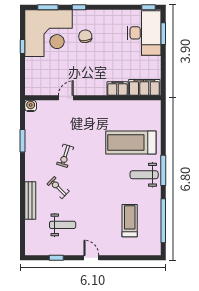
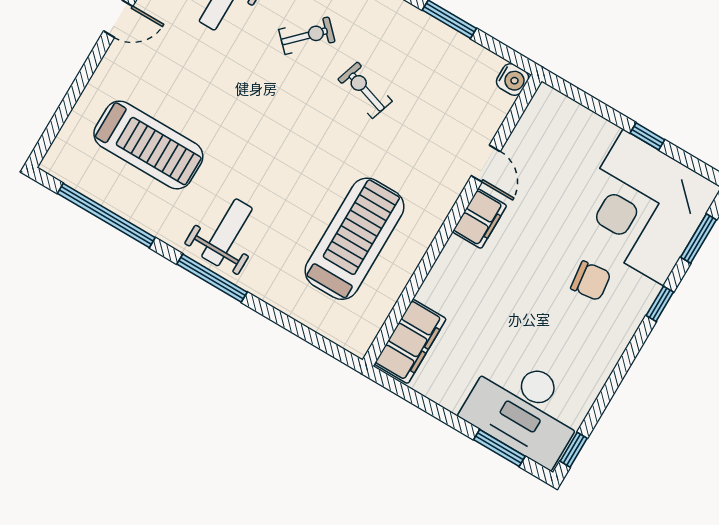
filing cabinet: (117, 89) -> (480, 219), moved
treadmill: (131, 143) -> (355, 239), moved
treadmill: (130, 221) -> (148, 145), width x1.37, depth x1.38

